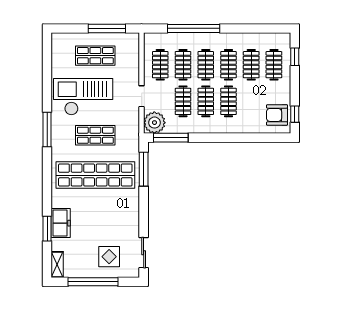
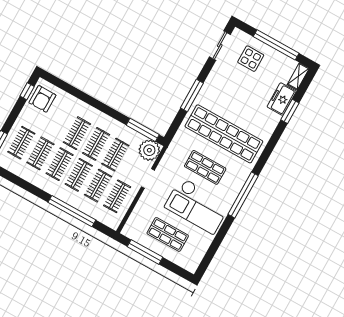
armchair: (277, 115) -> (42, 99), turned 90
window: (47, 129) -> (243, 195), width x1.46
window: (144, 169) -> (192, 95), moved
freezer: (61, 223) -> (282, 99), moved

